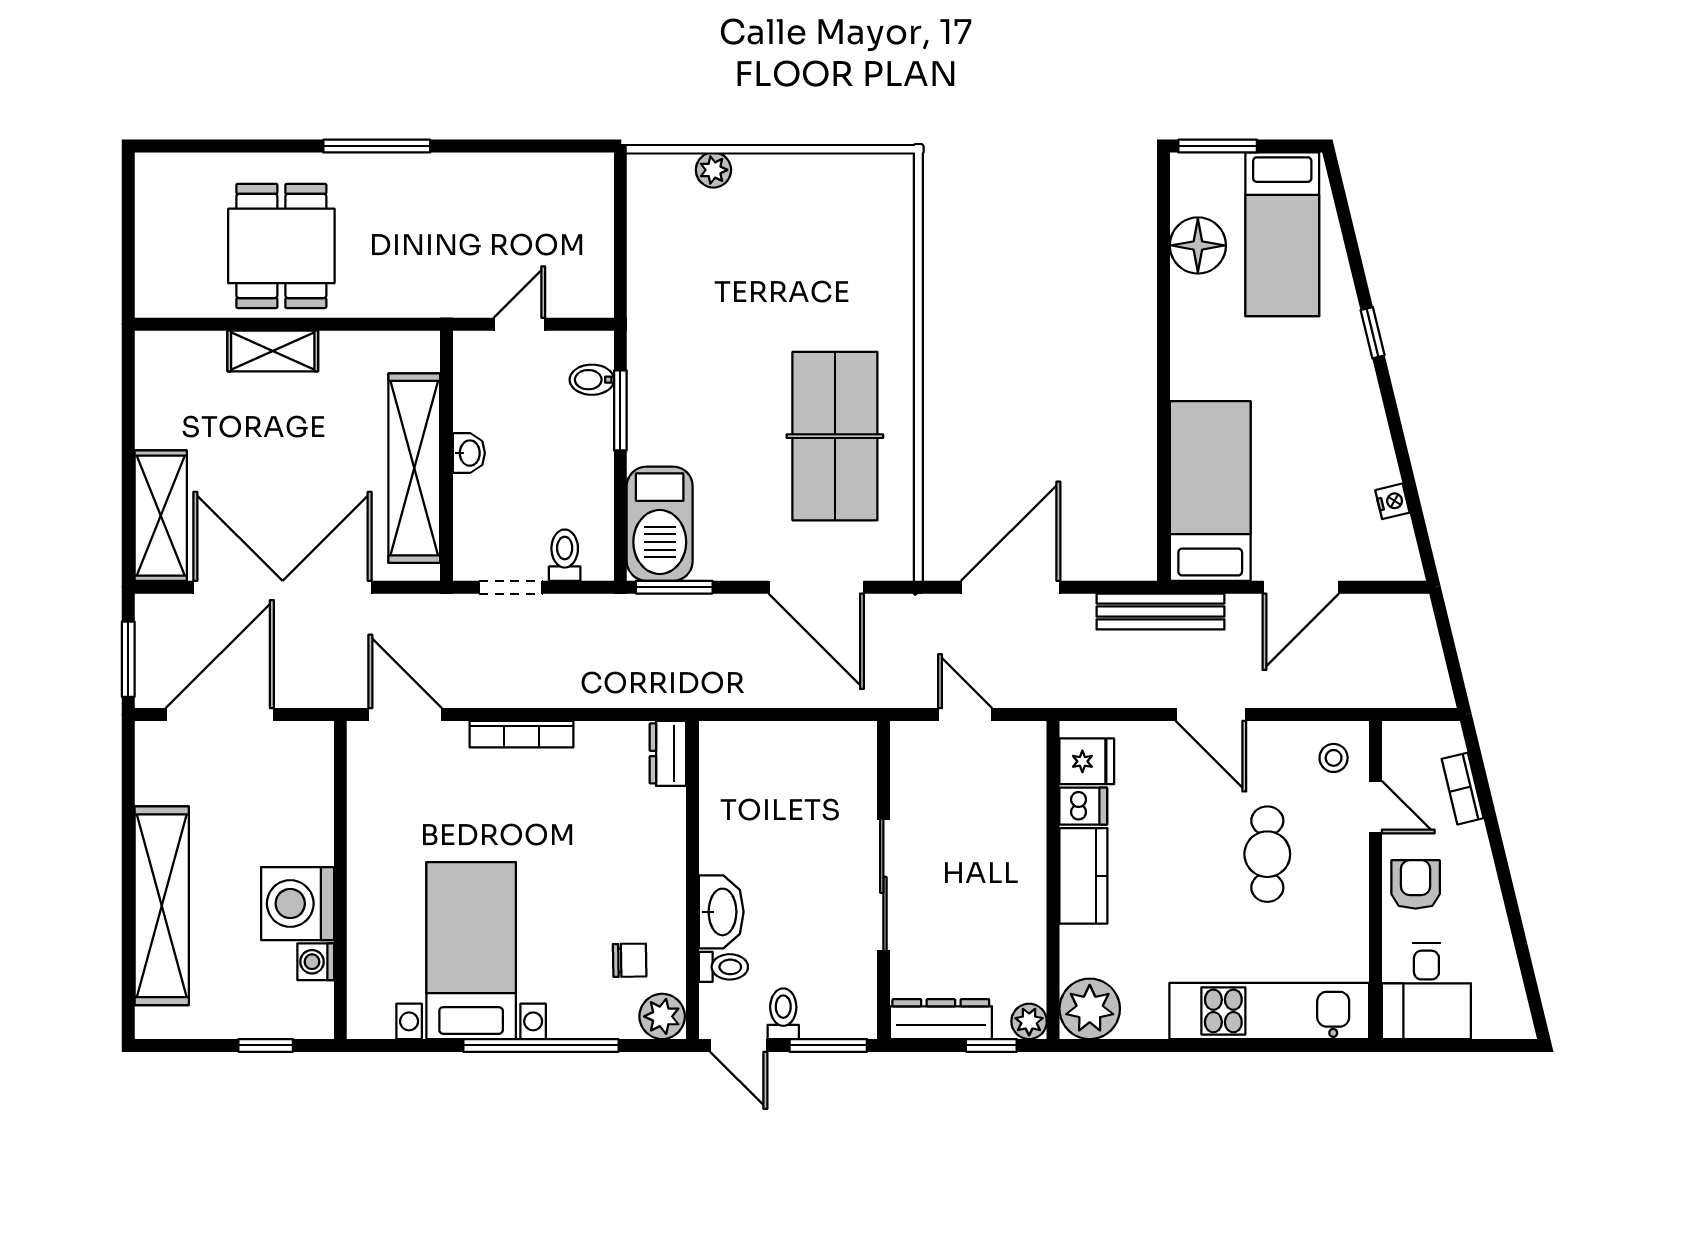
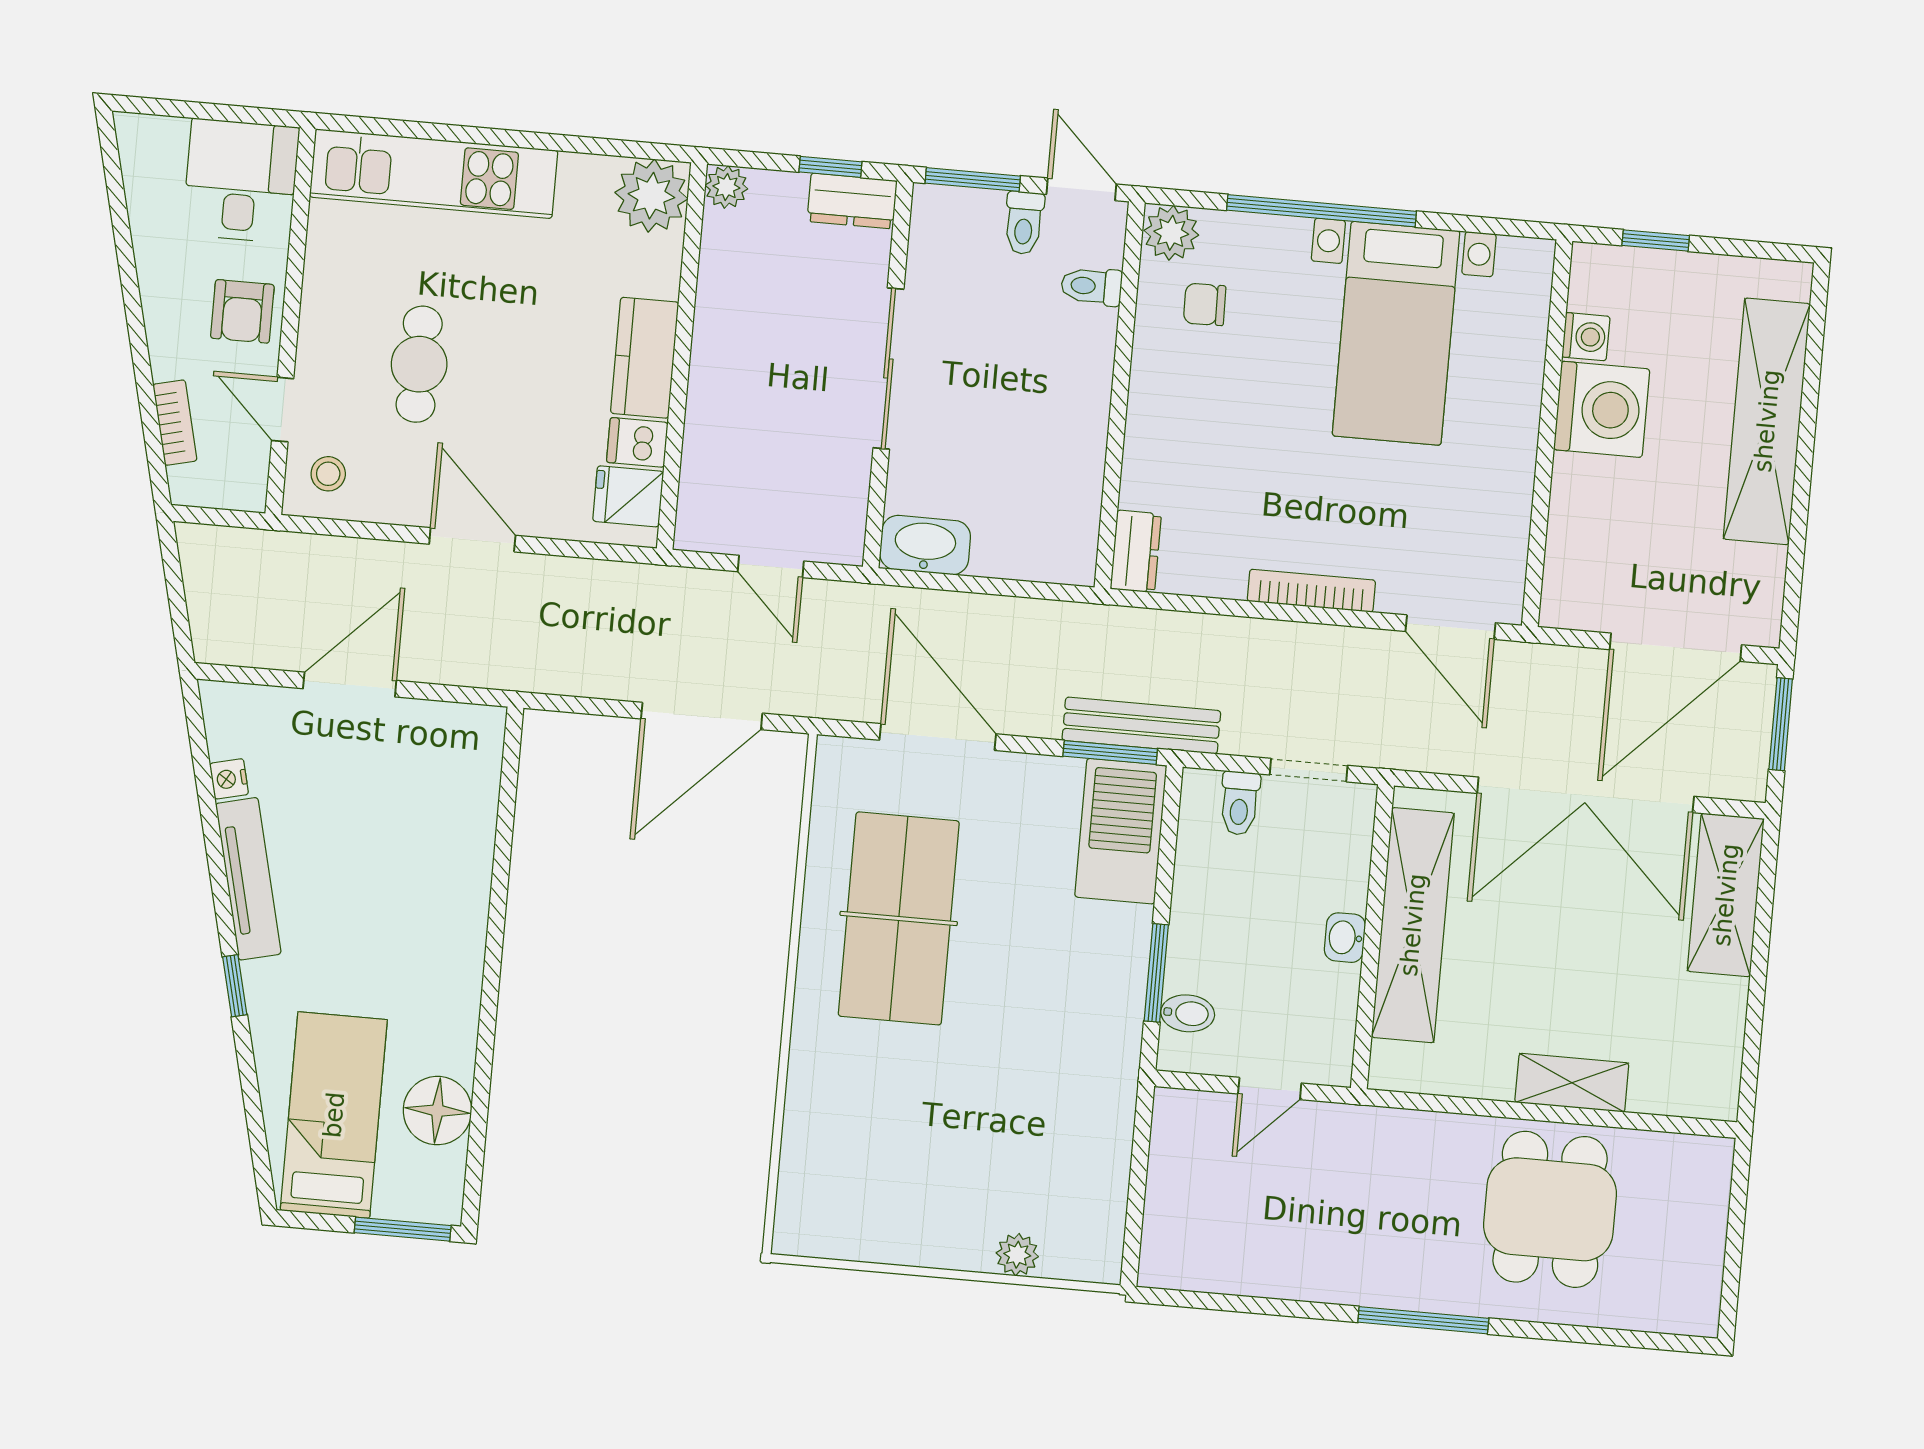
tv unit: (1369, 421) -> (248, 879), added
bed: (1210, 491) -> (449, 811), removed
bench: (1161, 611) -> (1141, 726), moved
washbasin: (721, 912) -> (925, 545), moved, turned 90
dresser: (941, 1019) -> (852, 201), width x0.70
window: (991, 1045) -> (830, 167), moved

